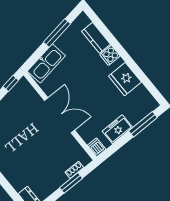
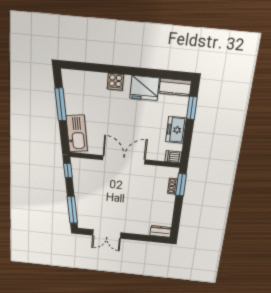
kitchen counter: (96, 38) -> (175, 87), moved
window: (143, 124) -> (192, 108), width x0.69
window: (71, 183) -> (181, 185), moved

